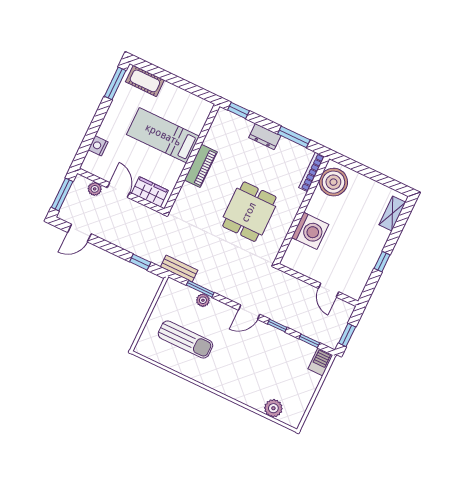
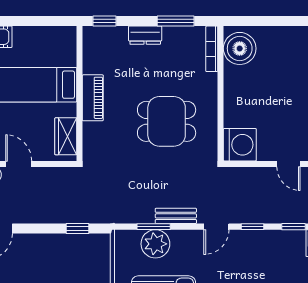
wardrobe: (150, 192) -> (66, 136), moved, turned -90
dining table: (249, 212) -> (167, 121), turned 90
washing machine: (310, 231) -> (240, 145), moved
bench: (179, 269) -> (176, 216), moved
plant: (203, 300) -> (155, 244), width x1.88, depth x1.88

